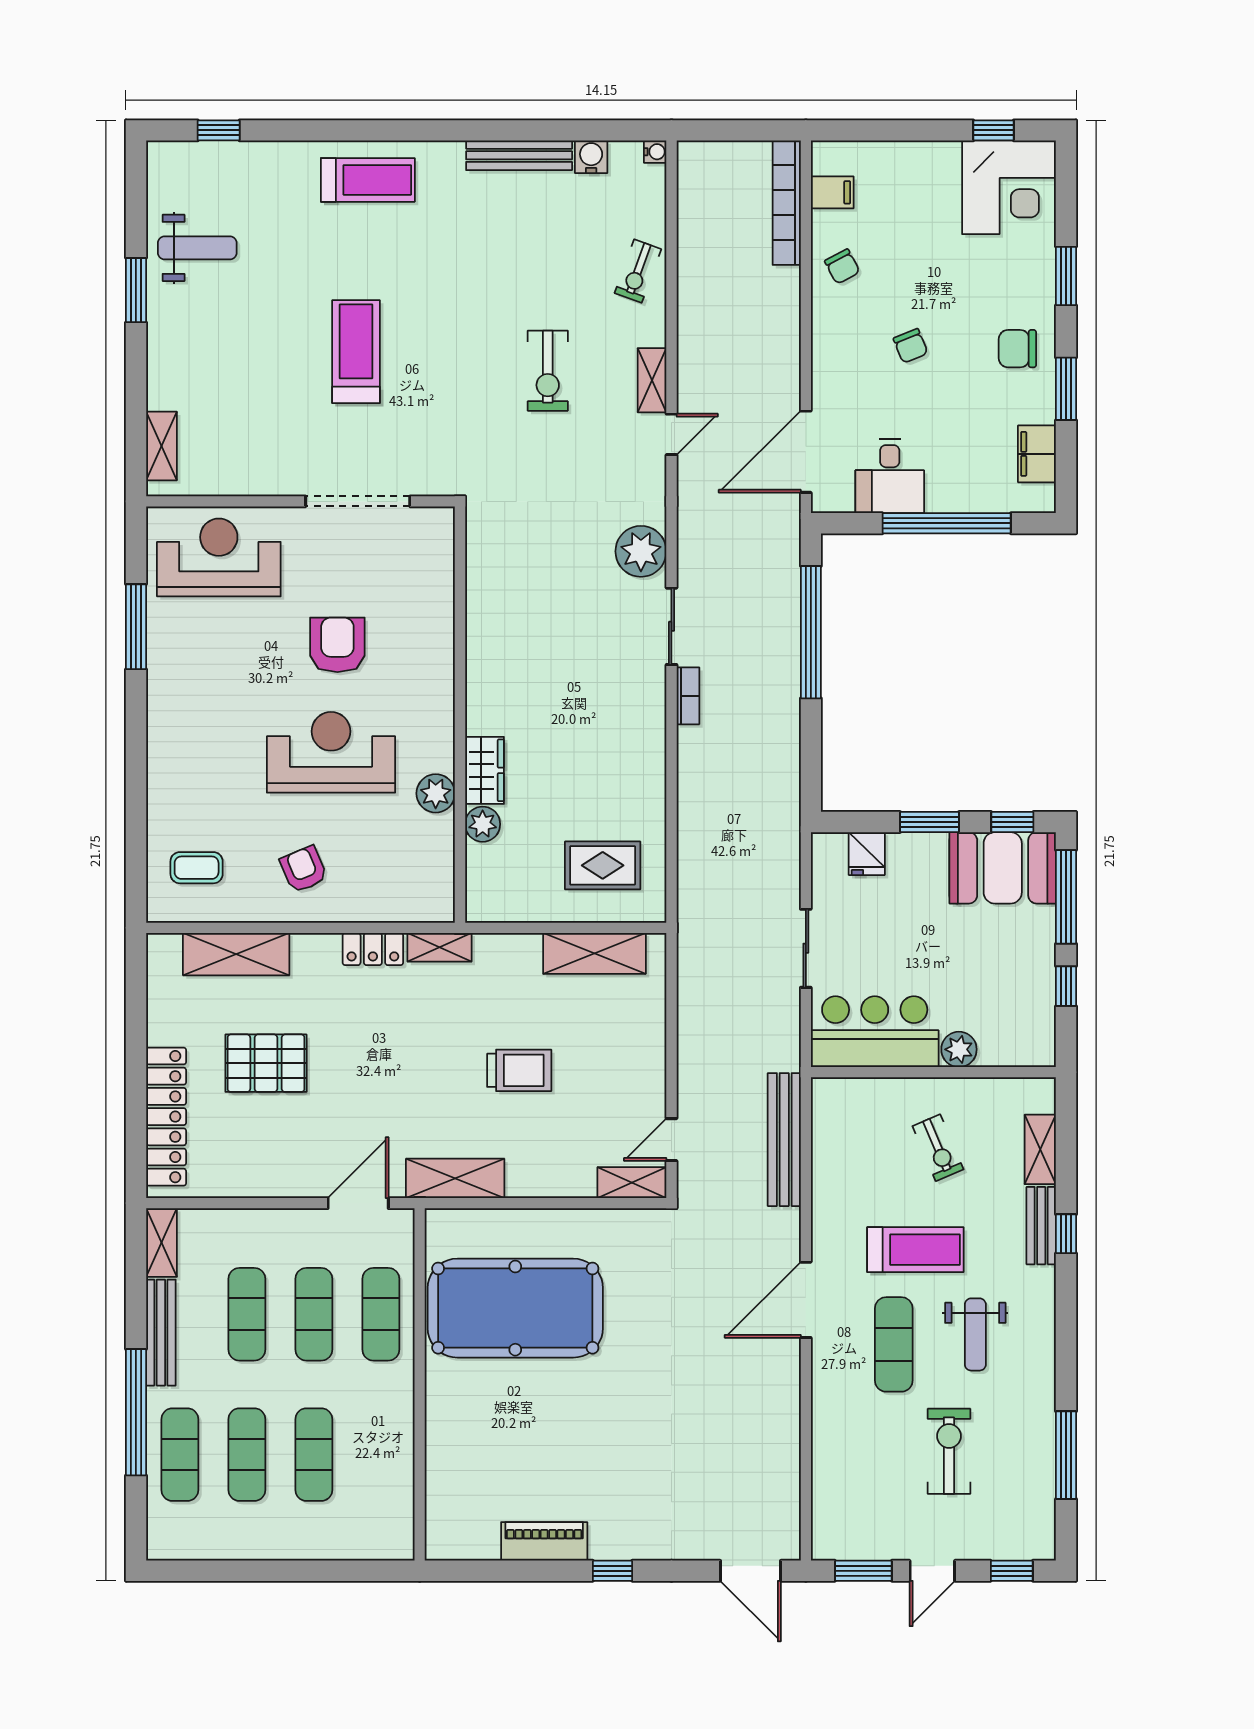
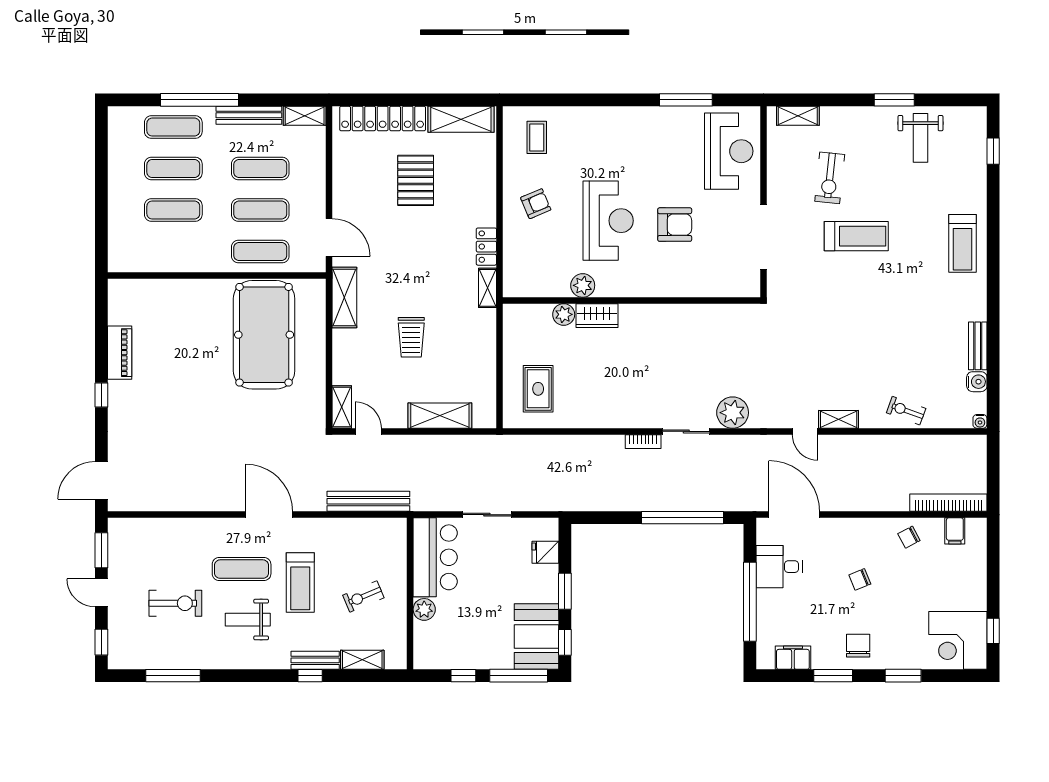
bench: (519, 155) -> (978, 346), width x0.73
exercise bike: (548, 371) -> (830, 178), moved, turned -84
shelving: (594, 953) -> (440, 416), moved, turned 90
shelving: (236, 954) -> (461, 119), moved, turned 90

